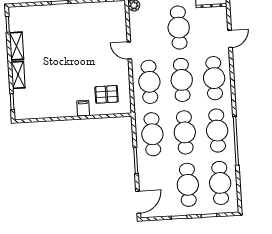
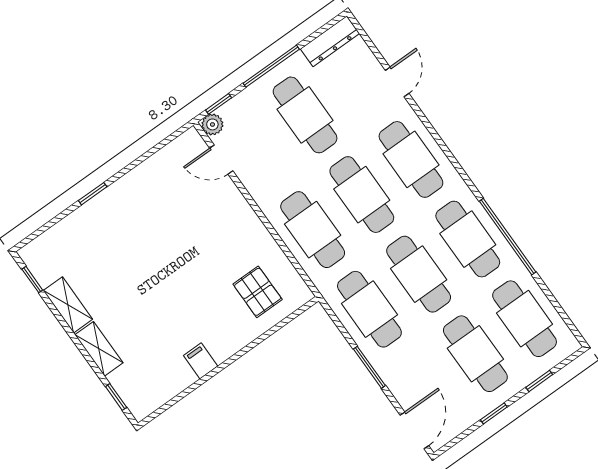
door: (129, 51) -> (221, 160), moved
pallet: (107, 94) -> (258, 292), turned 90
filing cabinet: (83, 108) -> (201, 361), moved

